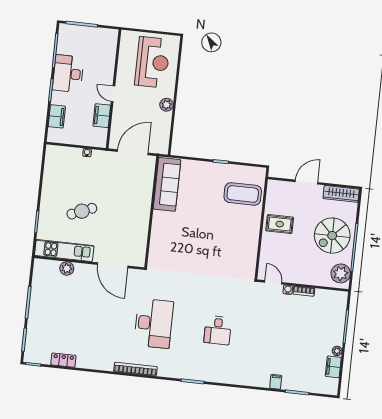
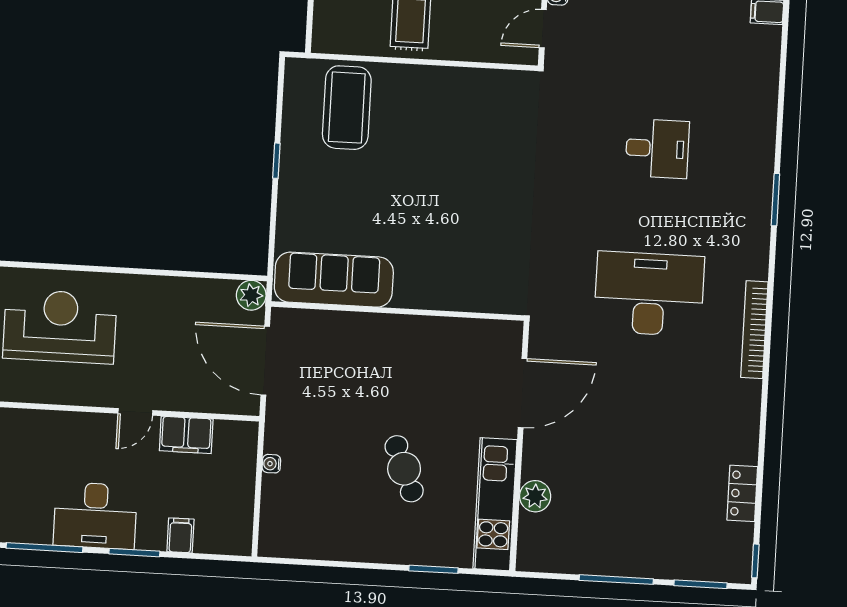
plant: (167, 105) -> (251, 295), moved
filing cabinet: (57, 116) -> (180, 535), width x0.50

